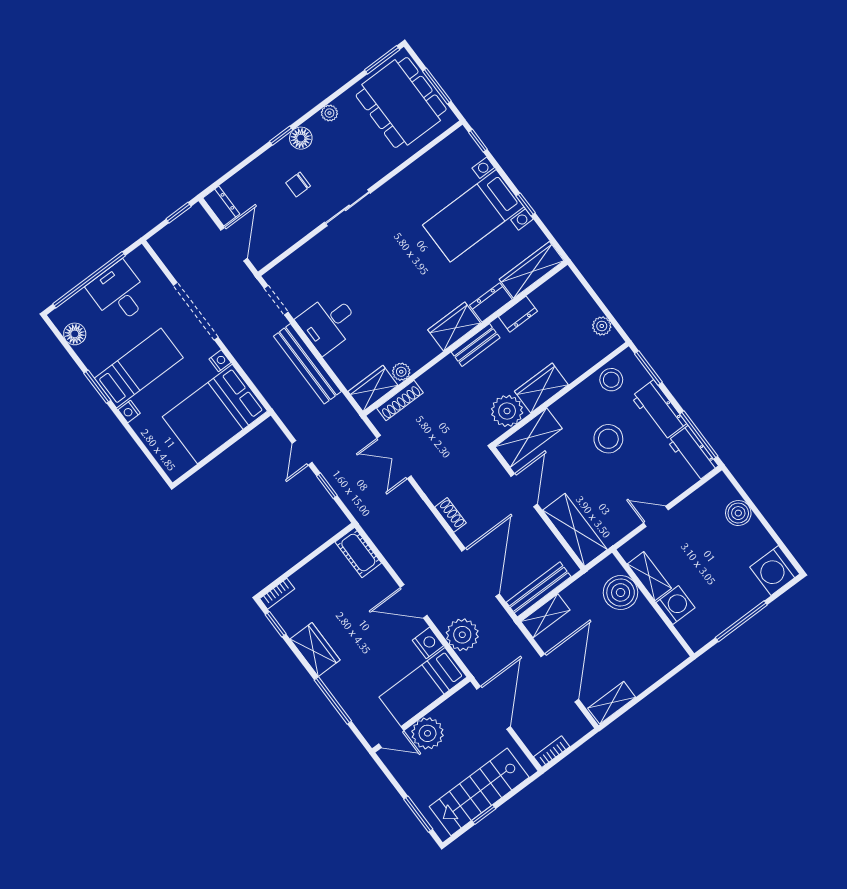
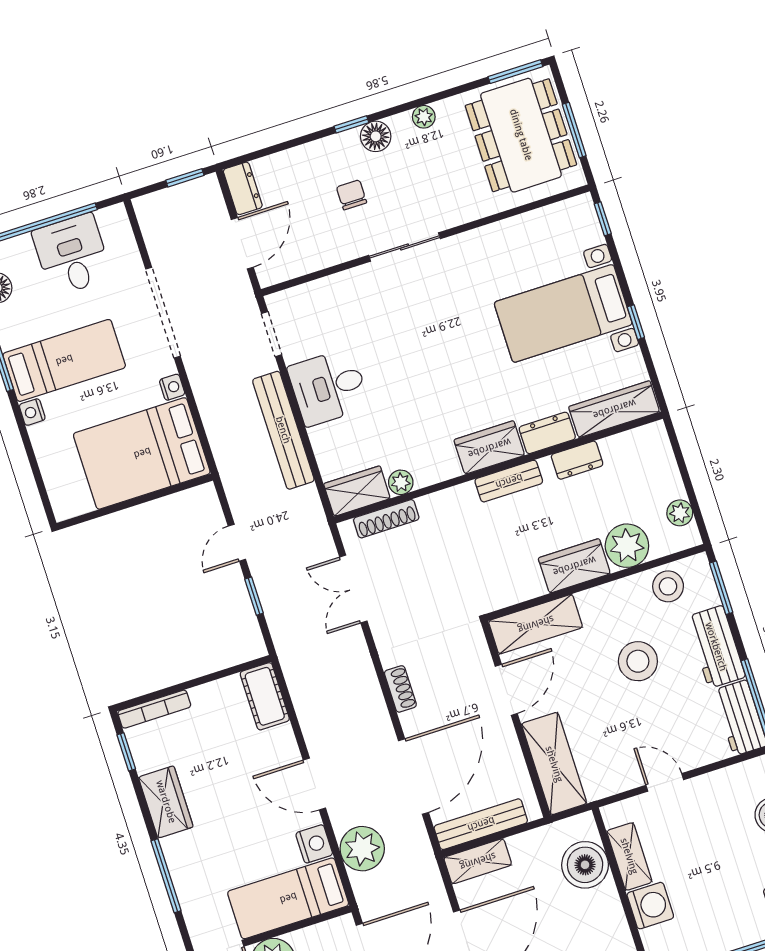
chair: (298, 184) -> (352, 195), turned 90
plant: (507, 411) -> (627, 546), moved
bookcase: (277, 594) -> (154, 709), width x1.56

